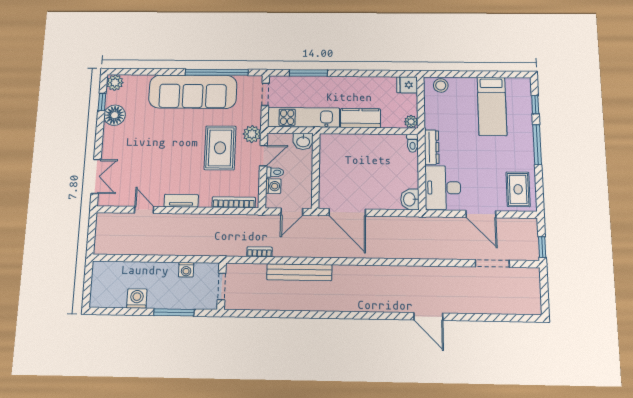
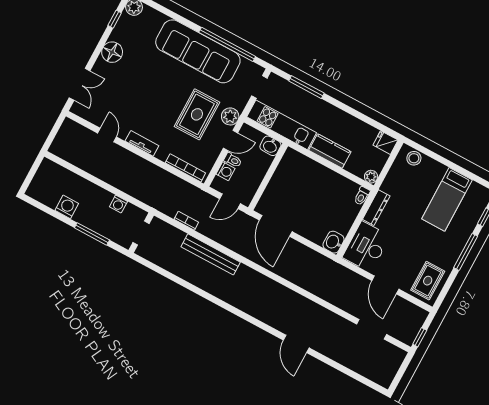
floor lamp: (115, 115) -> (112, 52), moved

